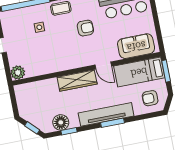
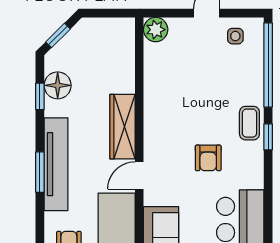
side table: (39, 27) -> (235, 36), moved

